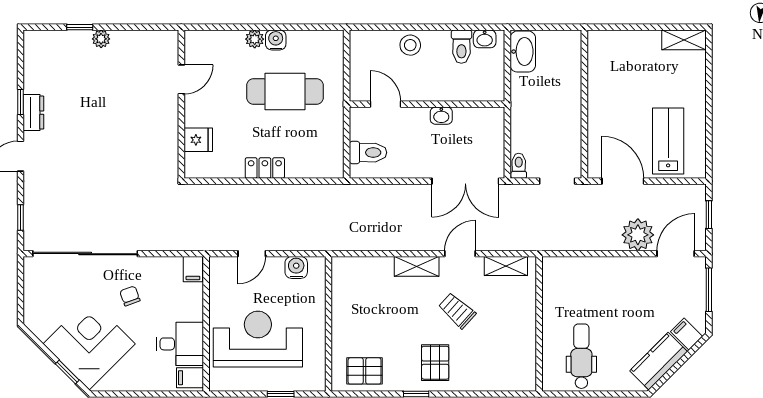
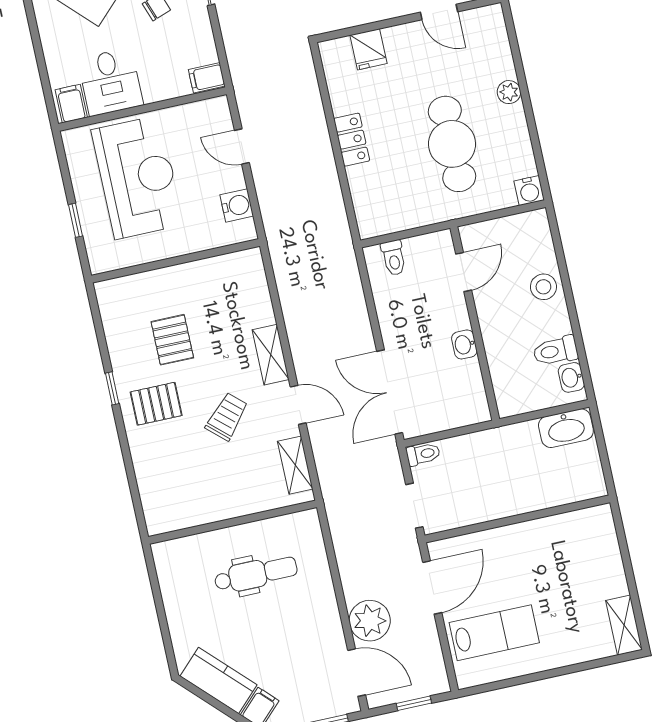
water cooler: (276, 40) -> (529, 191), moved, turned 90
toilet: (368, 153) -> (394, 258), width x0.73, depth x0.72
dental chair: (581, 356) -> (256, 574), moved
pallet: (365, 371) -> (172, 340), moved

